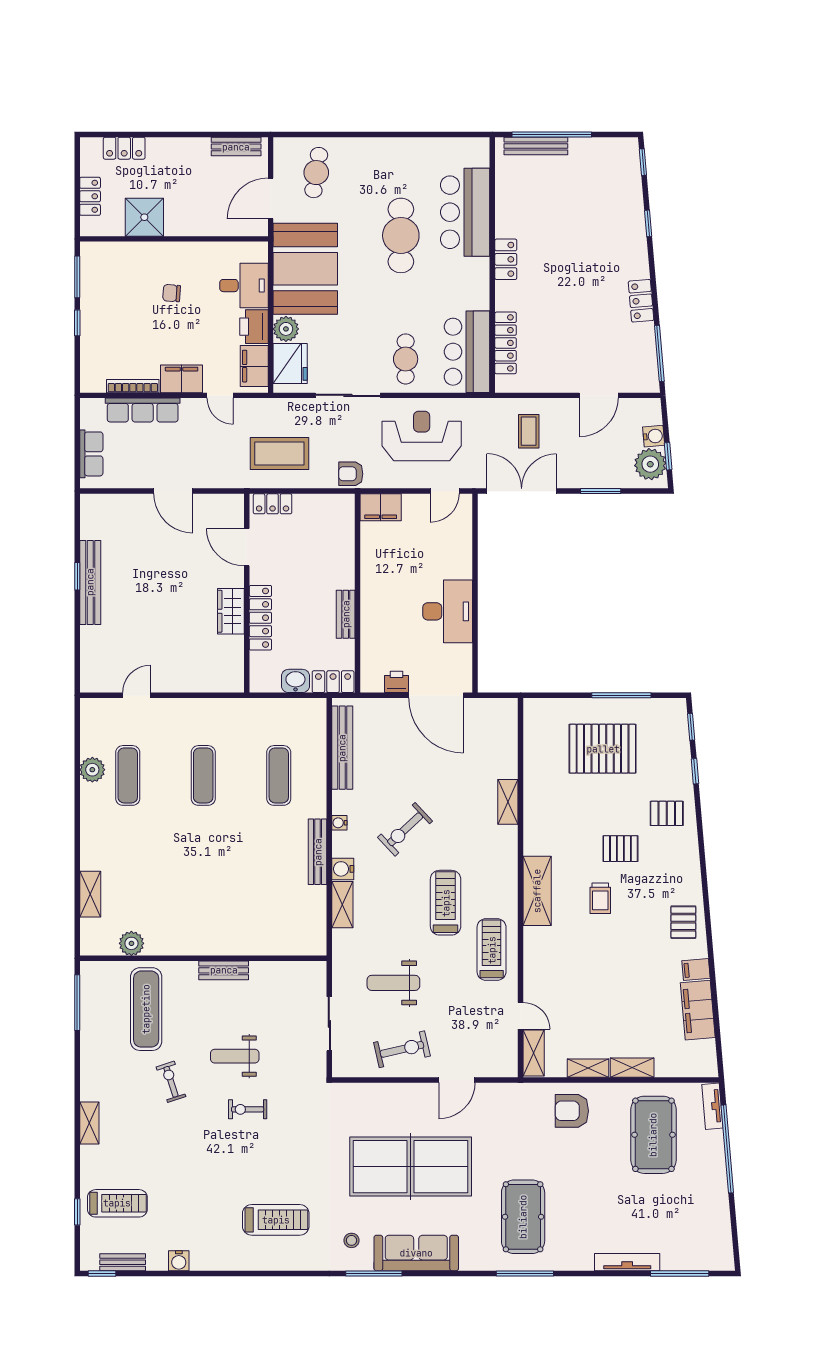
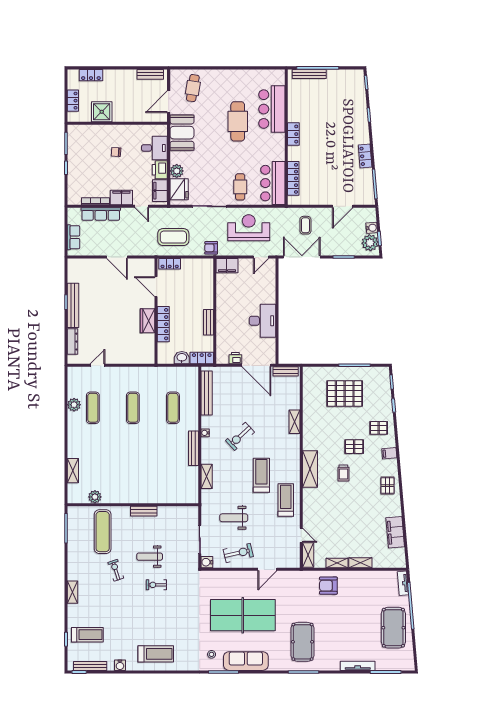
booth: (305, 269) -> (182, 133), width x0.73, depth x0.70
dresser: (89, 651) -> (72, 342), added
bench: (491, 707) -> (286, 371), added
water cooler: (343, 869) -> (207, 562), moved
filing cabinet: (696, 970) -> (389, 453), moved
pool table: (653, 1135) -> (393, 628), moved
treadmill: (276, 1220) -> (156, 654), moved
bench: (123, 1262) -> (90, 666), width x1.36

